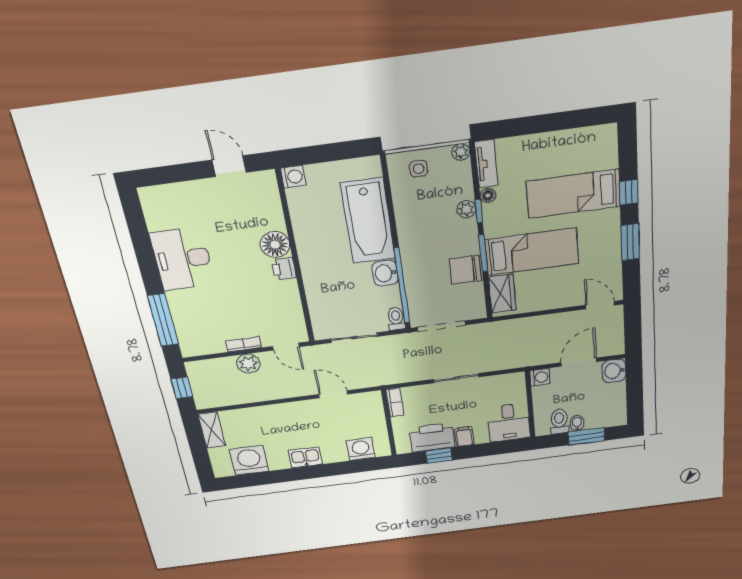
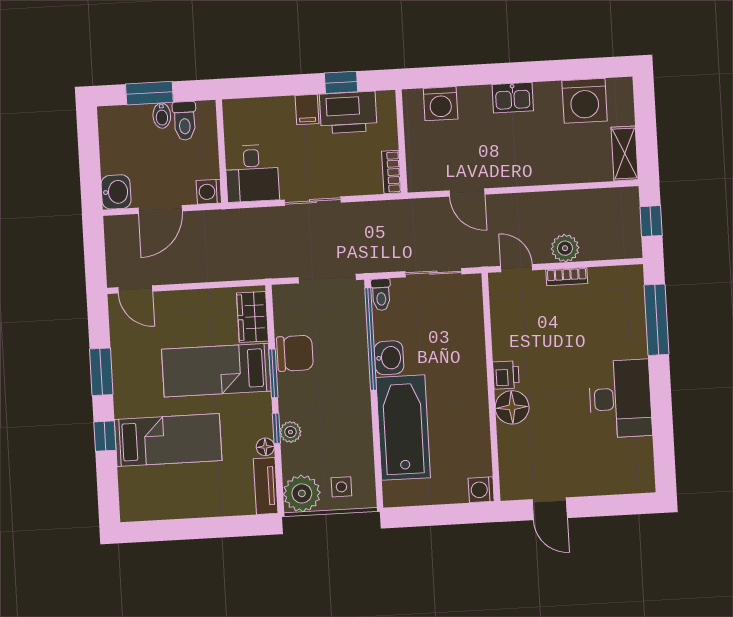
plant: (461, 152) -> (302, 493), width x1.88, depth x1.88
desk: (509, 422) -> (252, 173), moved, turned 180

